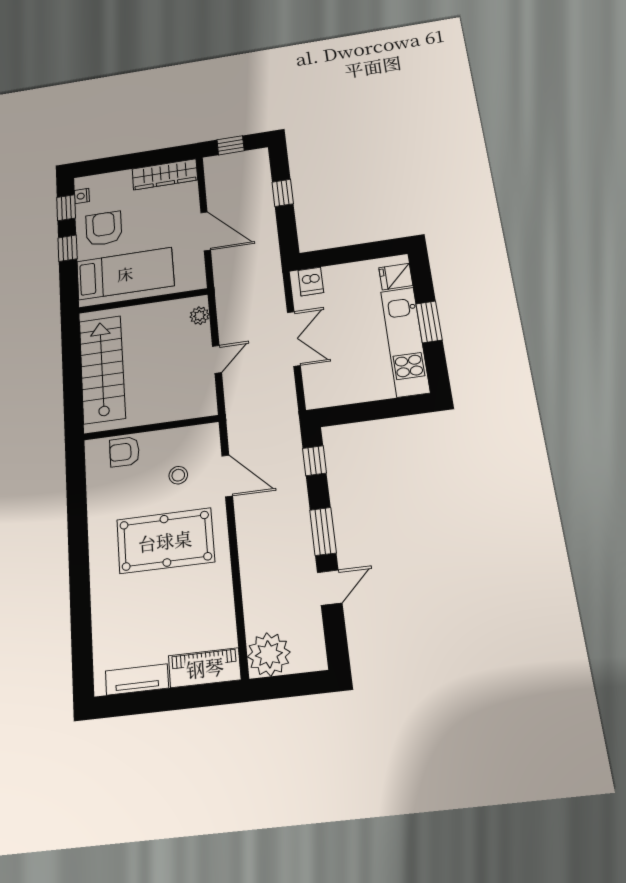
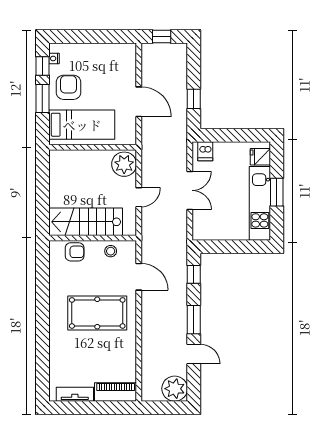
wardrobe: (165, 174) -> (114, 52), removed
window: (283, 193) -> (194, 99), moved
window: (68, 248) -> (42, 98), width x1.50
plant: (200, 316) -> (124, 164), width x1.88, depth x1.88
stairs: (102, 369) -> (86, 222), moved, turned -90
armchair: (124, 452) -> (75, 252), turned 180
stool: (178, 475) -> (111, 251), moved
door: (330, 588) -> (194, 354), hinge flipped
plant: (269, 654) -> (175, 389), moved

